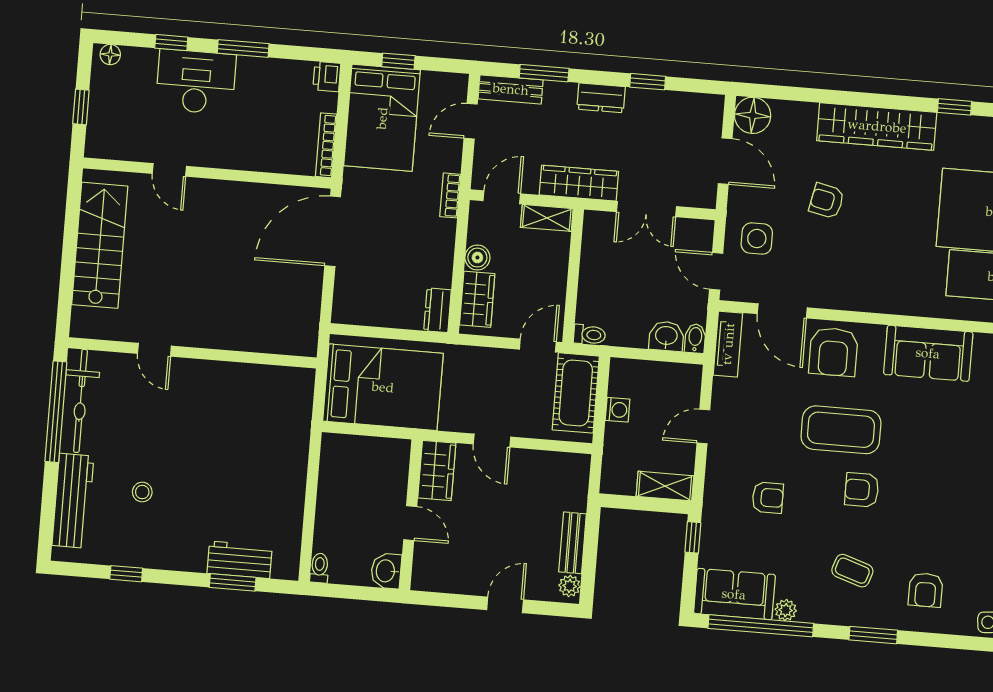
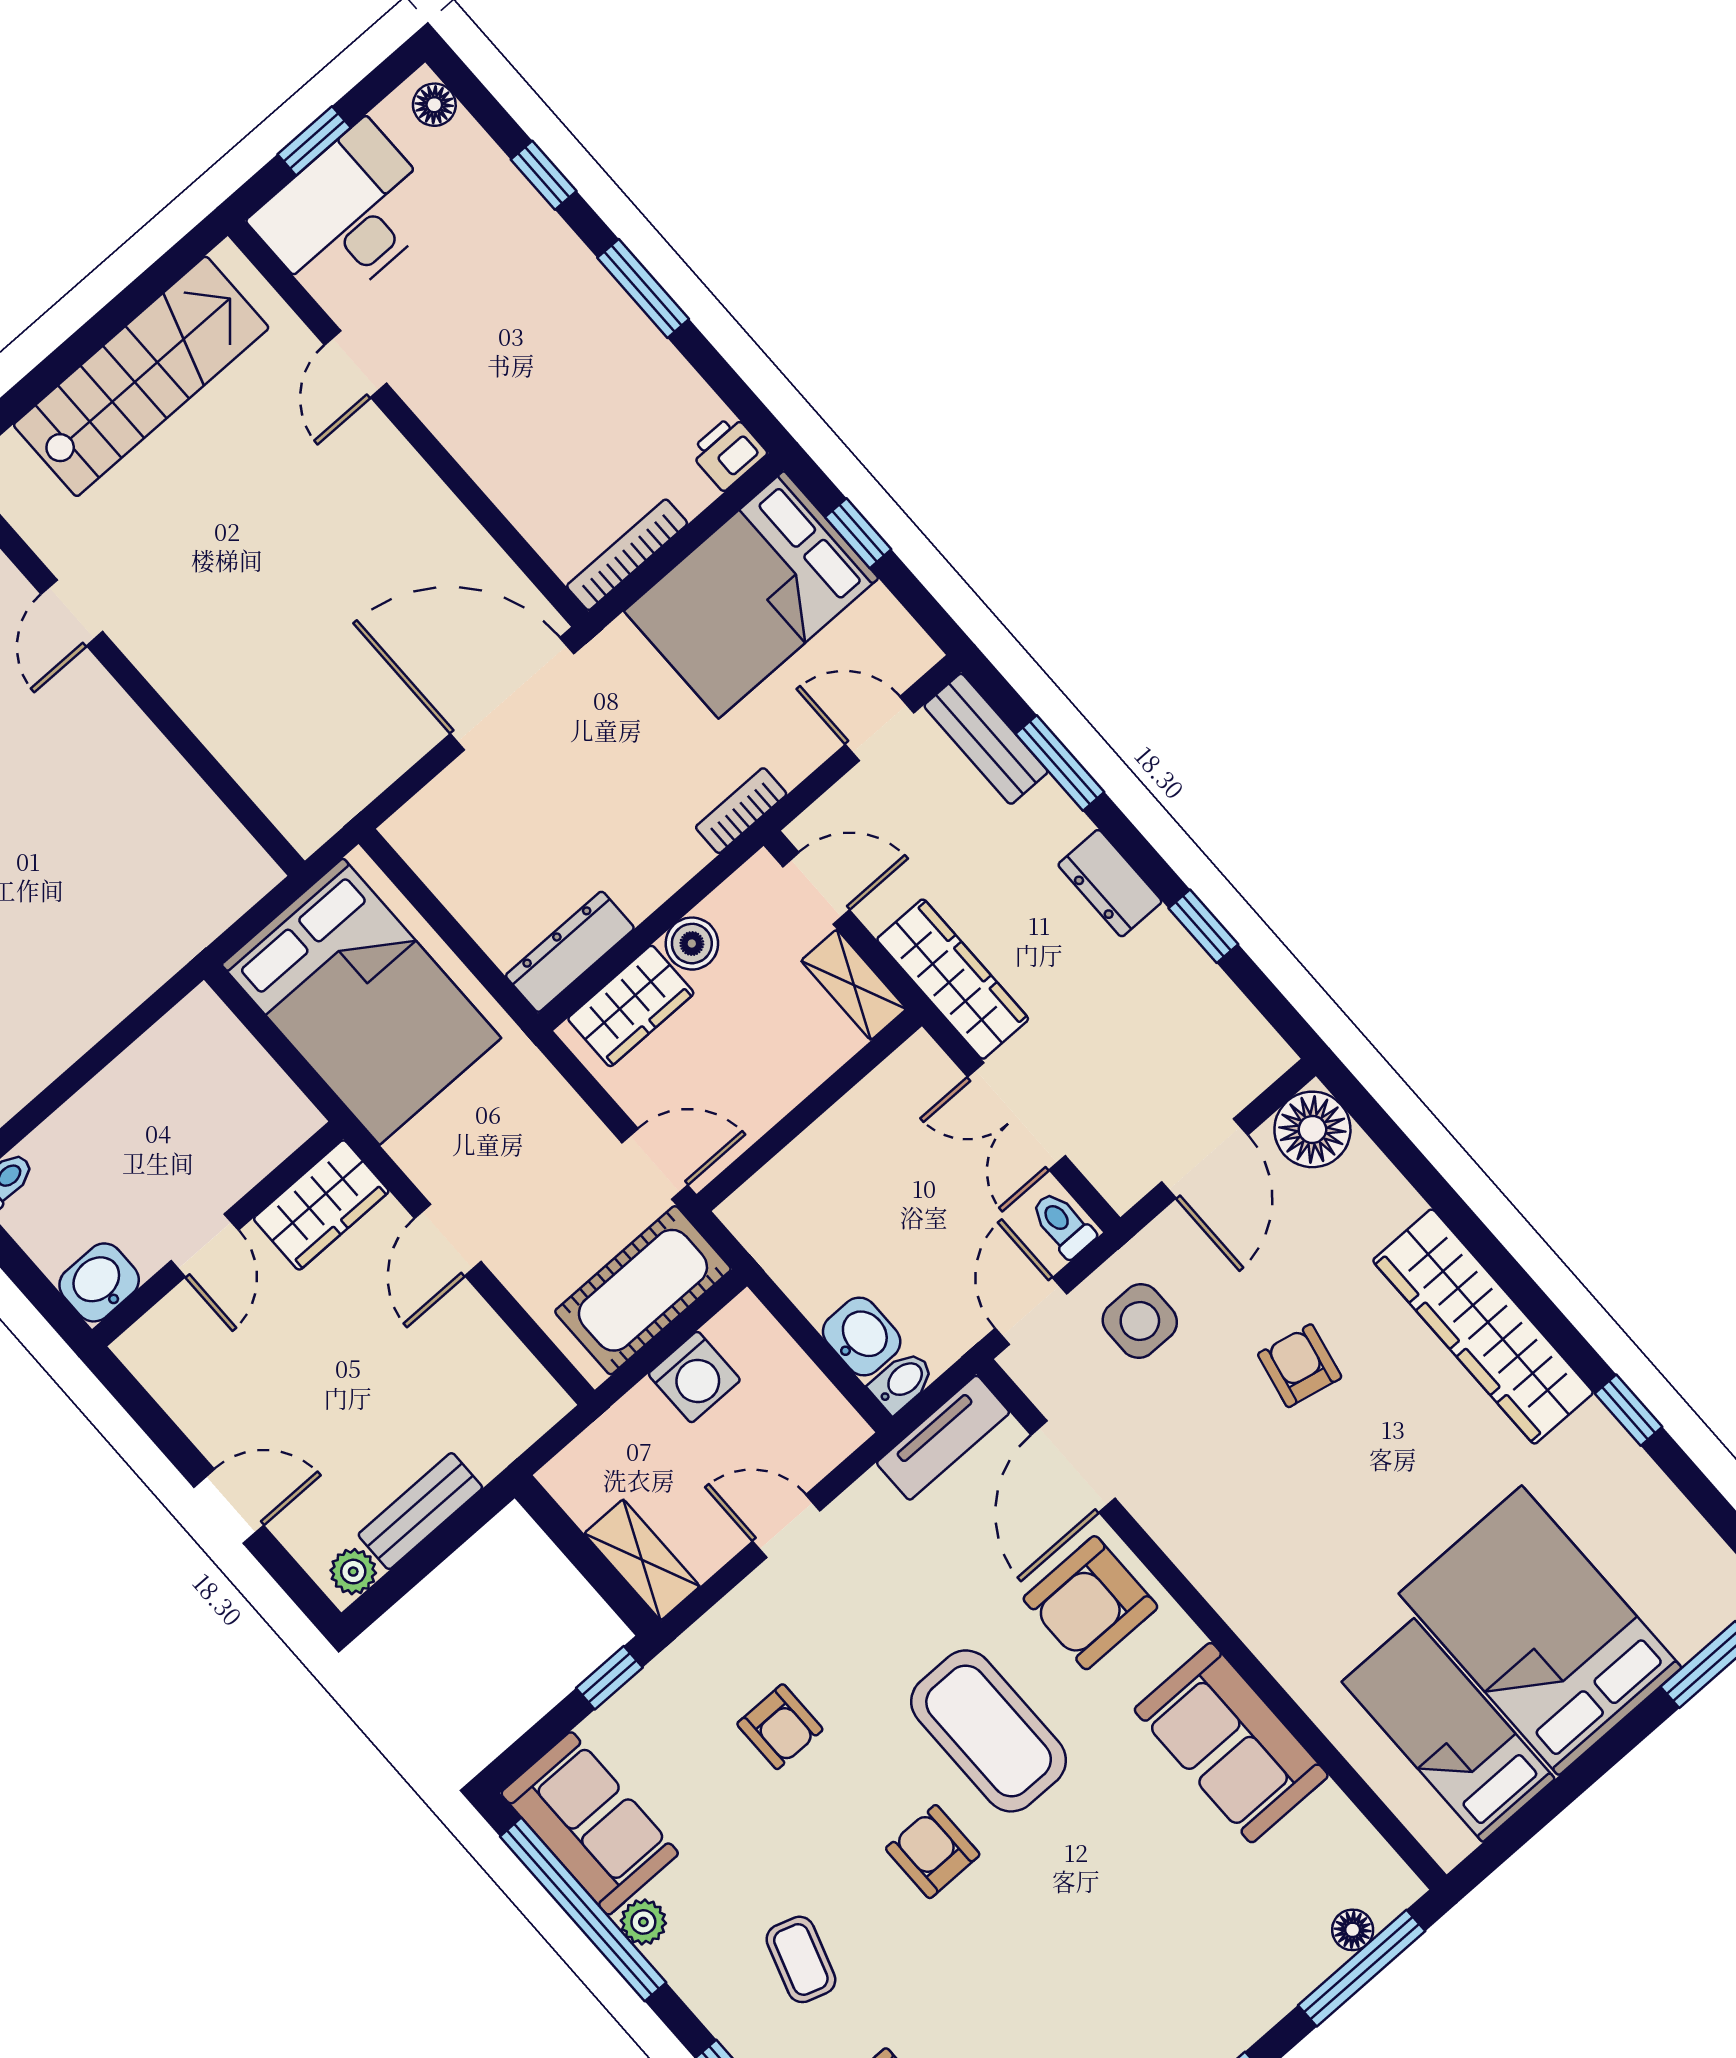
desk: (196, 82) -> (347, 215), moved, turned -90
dresser: (437, 310) -> (570, 952), width x1.44
toilet: (589, 335) -> (1063, 1224), moved, turned 180
washing machine: (618, 410) -> (694, 1377), width x1.38, depth x1.38

